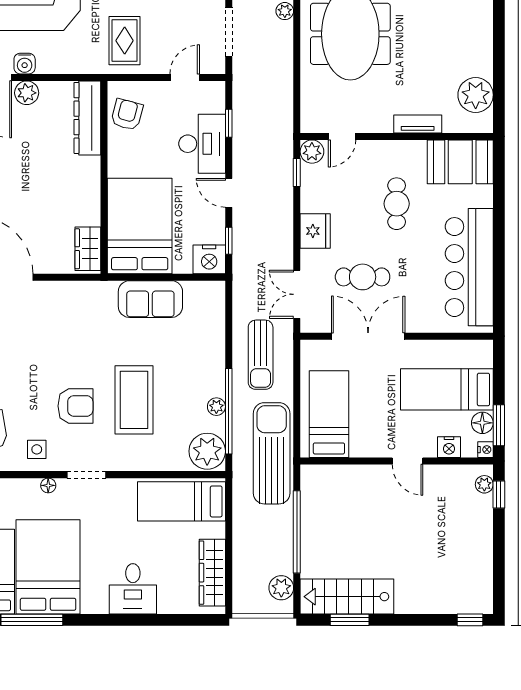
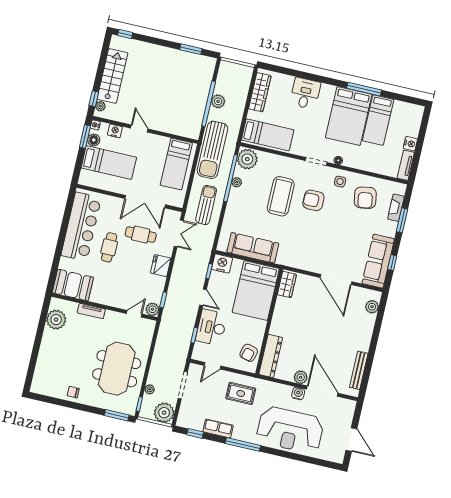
rug: (125, 41) -> (241, 393), turned 90
cafe table: (397, 204) -> (109, 247), moved
sofa: (150, 299) -> (253, 248), width x1.36
plant: (281, 588) -> (218, 101), moved
stairs: (347, 597) -> (112, 76), moved, turned -90

